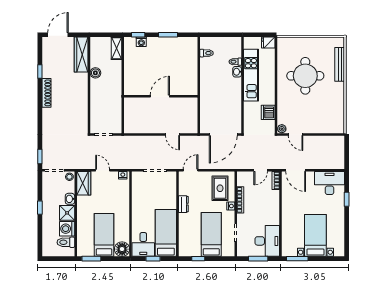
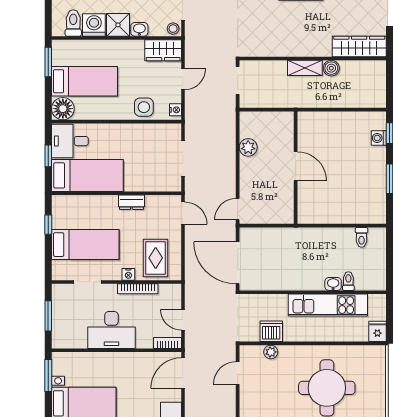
shelving: (116, 48) -> (305, 68), moved
plant: (147, 127) -> (248, 147), added
plant: (282, 129) -> (271, 352), moved
door: (173, 134) -> (238, 209), moved
rug: (220, 188) -> (156, 258), turned 90
side table: (121, 196) -> (144, 107), added
desk: (267, 241) -> (111, 330), moved

